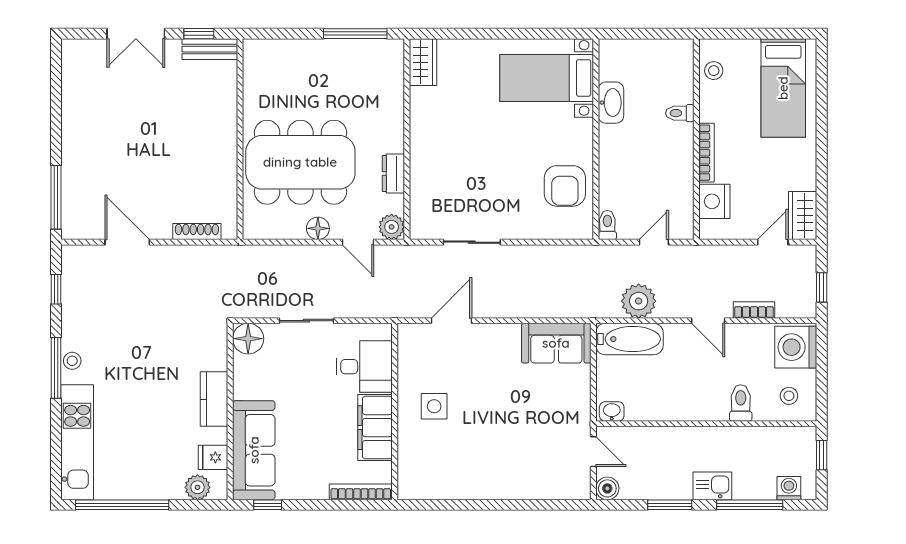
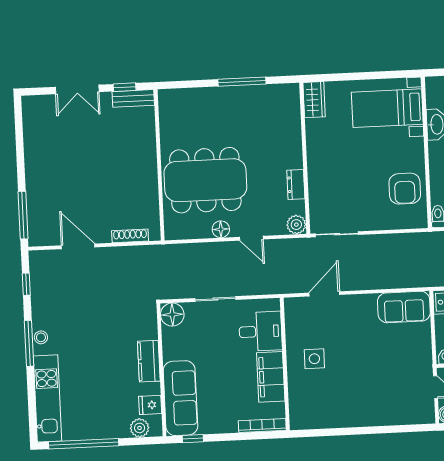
wardrobe: (423, 62) -> (314, 100), moved
wall: (407, 139) -> (305, 158), moved
dresser: (393, 174) -> (296, 184), moved
plant: (392, 227) -> (296, 225), moved

